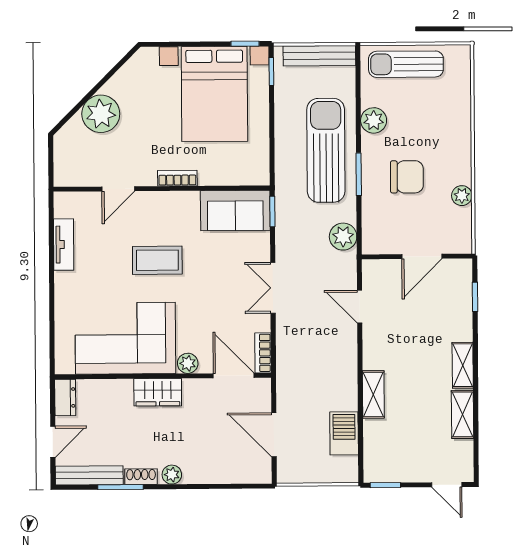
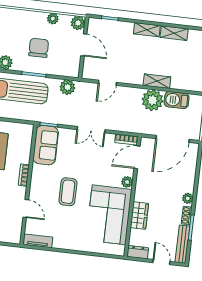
plant: (460, 241) -> (78, 23), added
tv unit: (64, 245) -> (38, 241), moved
plant: (339, 391) -> (152, 100), added
wardrobe: (158, 392) -> (139, 216), moved
door: (274, 435) -> (173, 139), width x1.36

